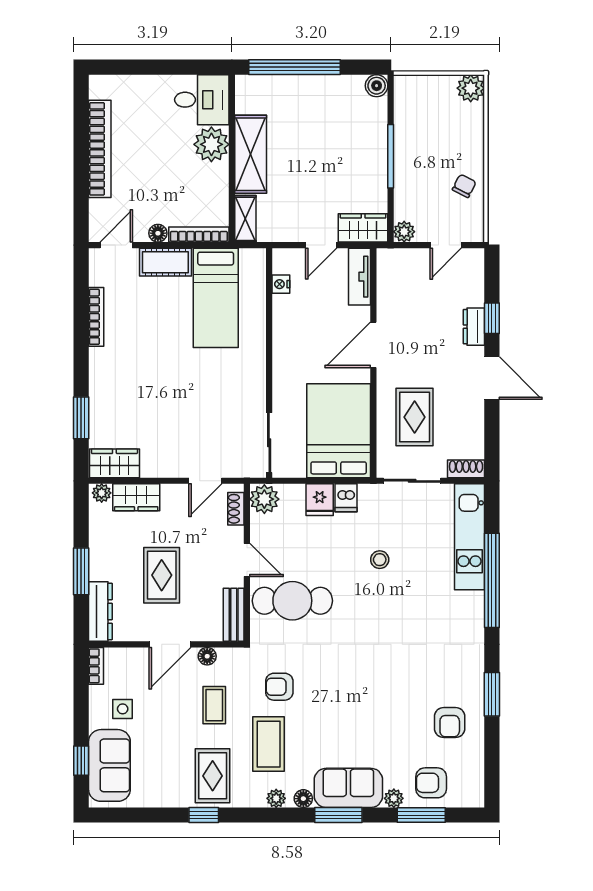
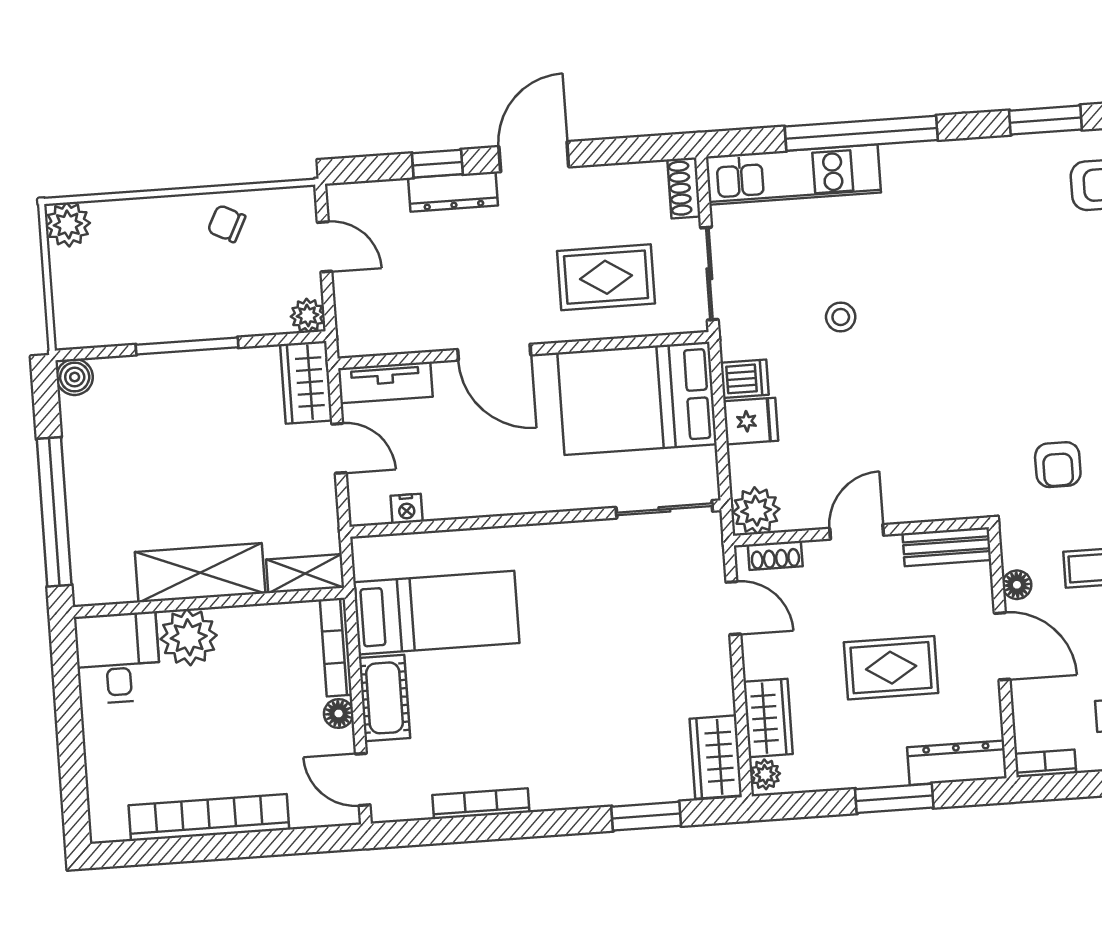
dresser: (474, 327) -> (453, 192), width x1.44
cafe table: (292, 601) -> (917, 453), removed

